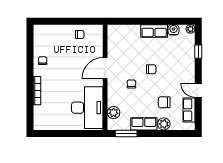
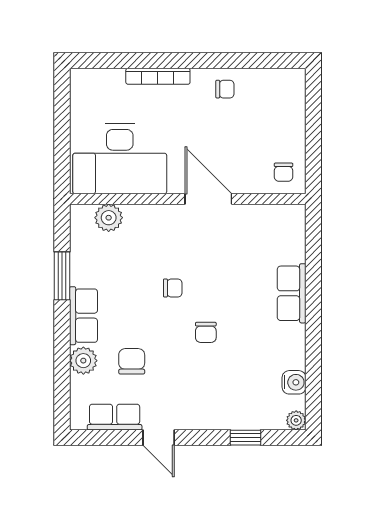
row of seats: (154, 31) -> (292, 293), moved
door: (105, 68) -> (208, 199), moved
wall: (105, 77) -> (188, 199), moved
door: (198, 90) -> (159, 438), swing flipped
desk: (87, 108) -> (120, 159), moved
plant: (114, 113) -> (109, 218), moved

